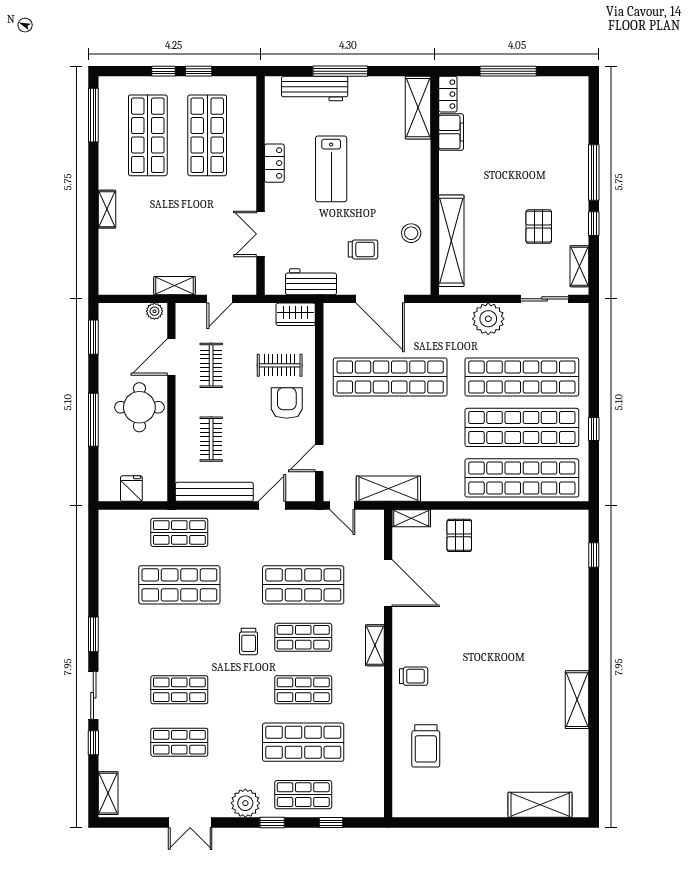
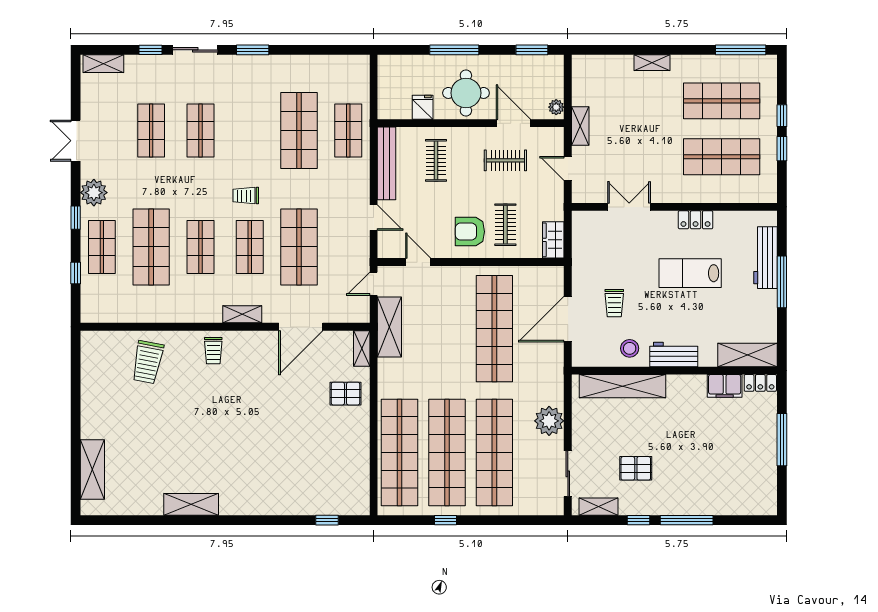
workbench: (311, 282) -> (674, 354), moved, turned -90
armchair: (287, 403) -> (470, 232), turned 180
clothes rail: (211, 439) -> (436, 160), turned 90
fridge: (131, 489) -> (423, 107), moved, turned -90
trolley: (426, 746) -> (148, 362), turned -79

